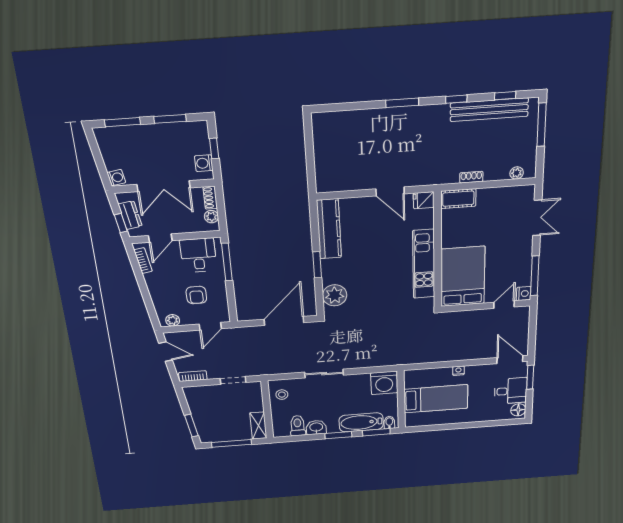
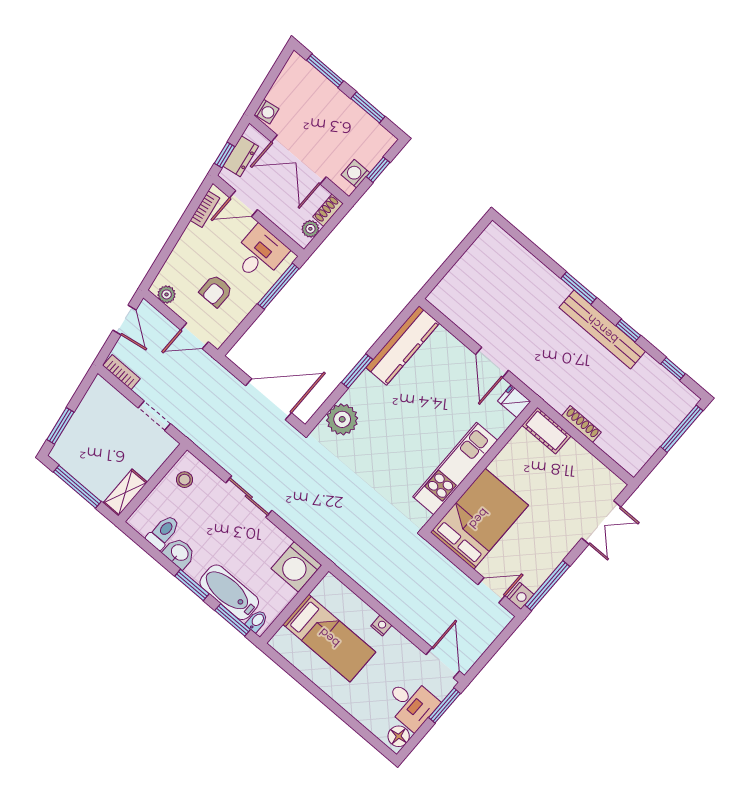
bench: (489, 110) -> (602, 329), moved
plant: (517, 173) -> (621, 456), removed
shoe rack: (471, 177) -> (581, 424), width x1.43

